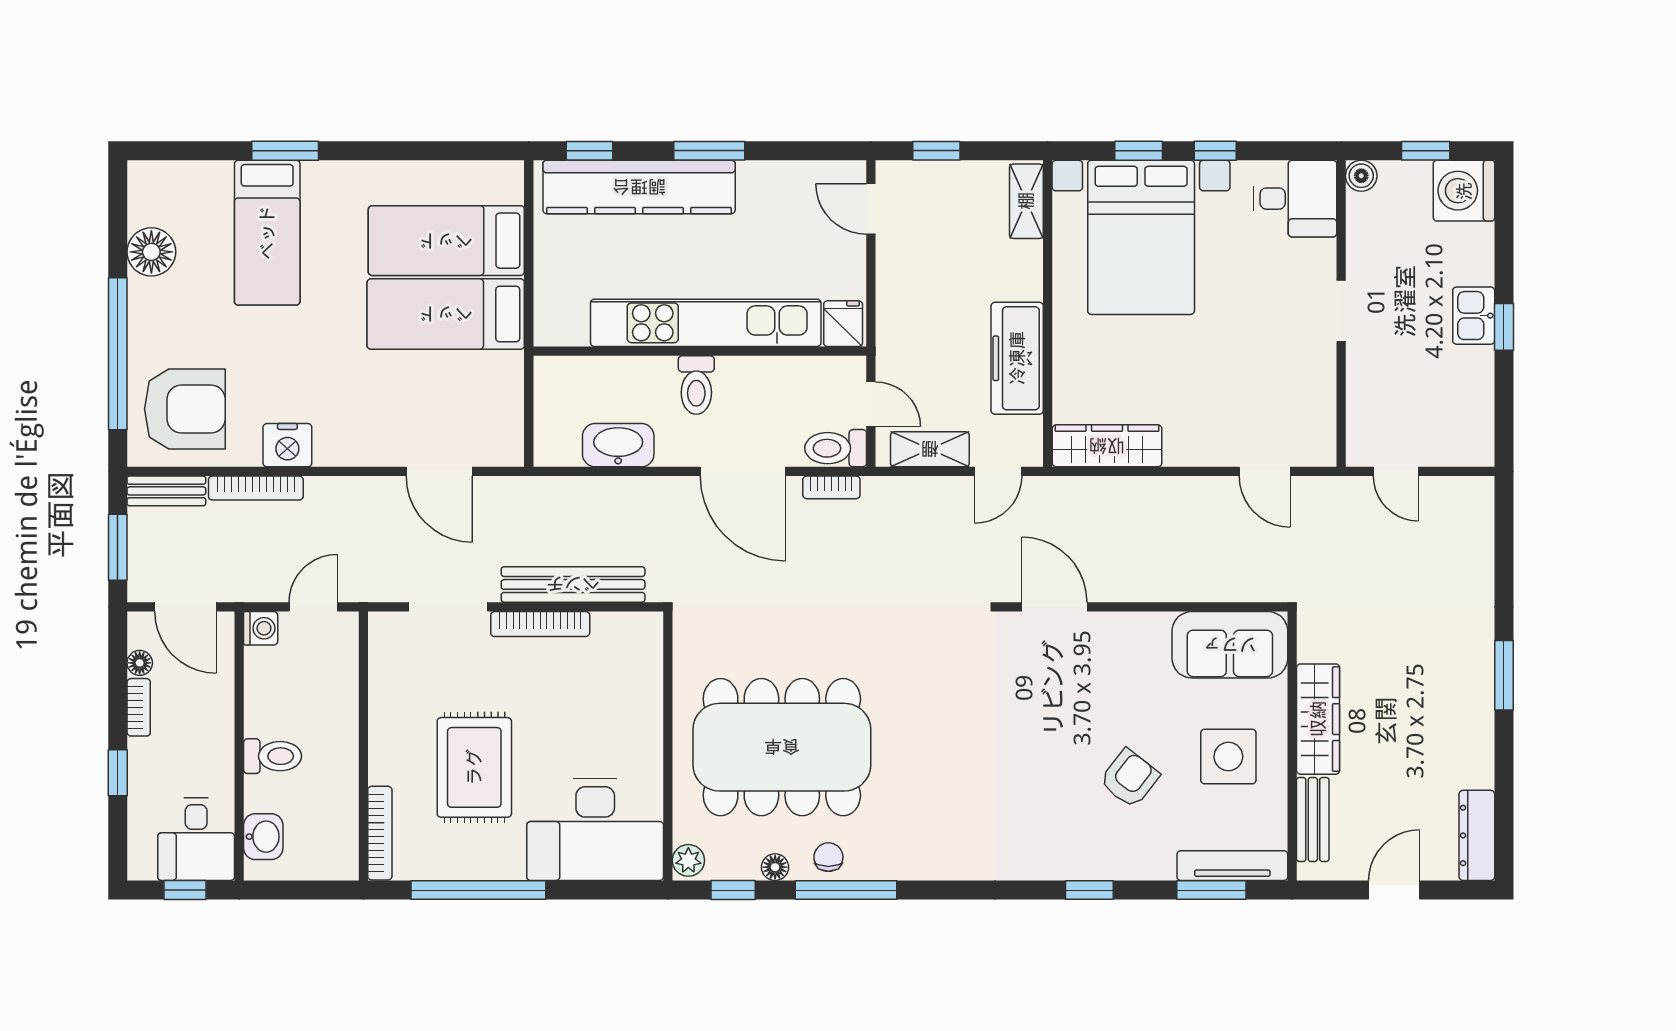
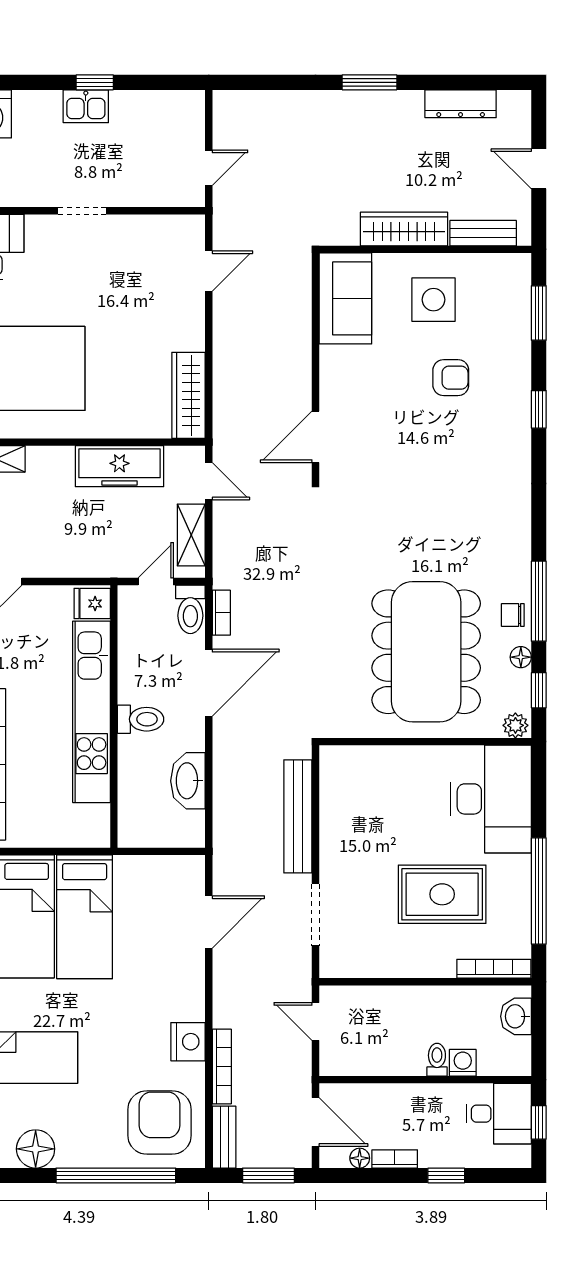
door: (185, 607) -> (315, 1122), hinge flipped
bookcase: (540, 624) -> (329, 842), removed
washing machine: (261, 628) -> (463, 1063), moved
toilet: (273, 756) -> (437, 1060), width x0.73, depth x0.72
armchair: (1129, 778) -> (451, 378), turned 142
dresser: (1477, 835) -> (461, 104), moved
washbasin: (263, 837) -> (516, 1016), moved, turned -90
tv unit: (1232, 866) -> (520, 296), removed

